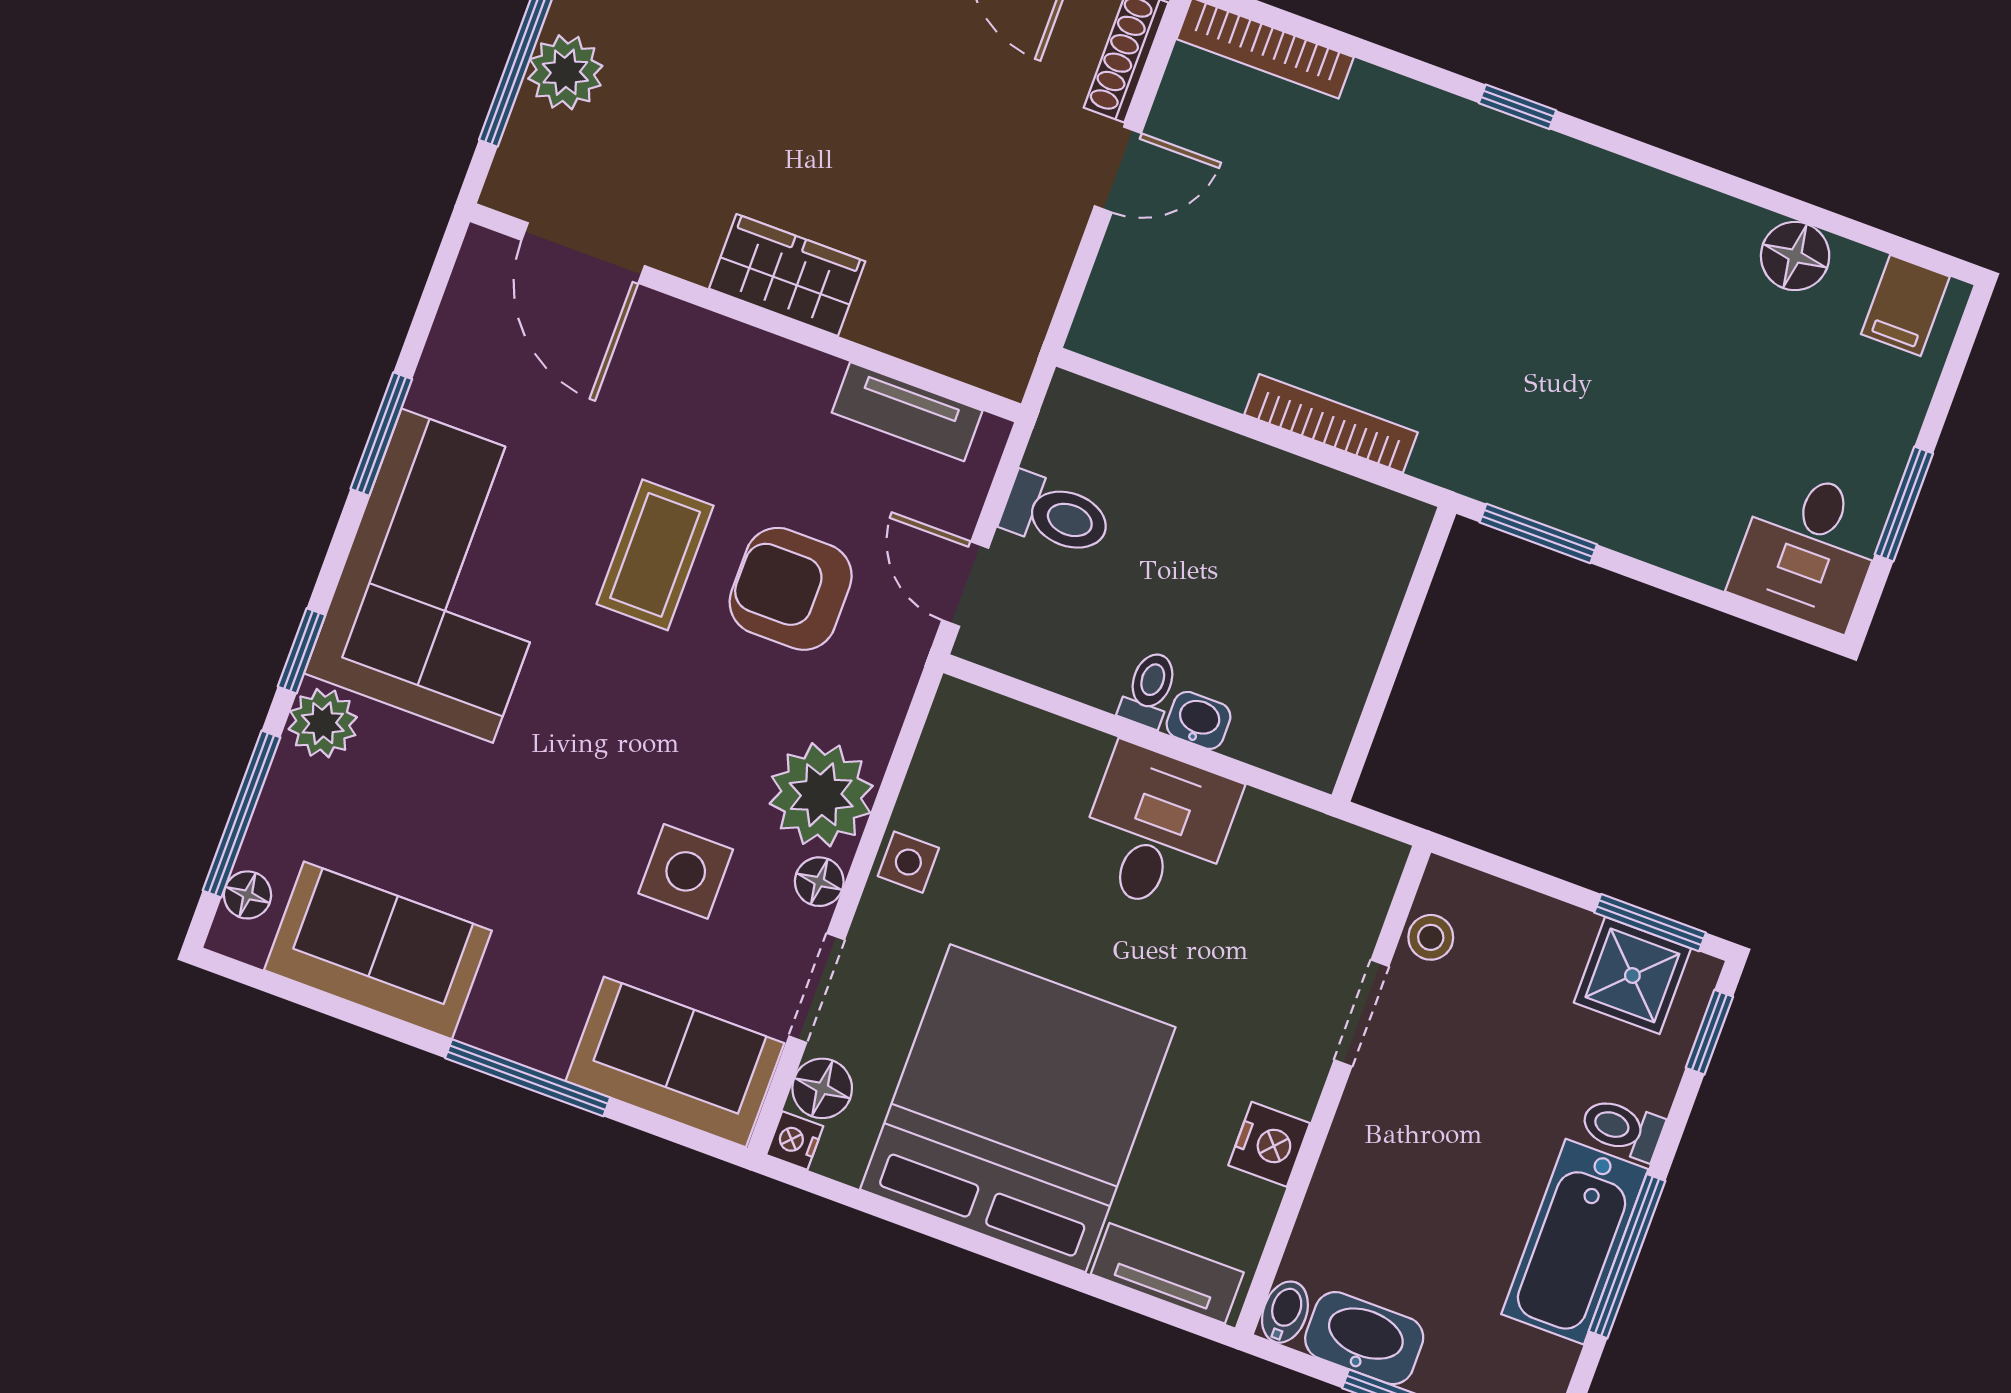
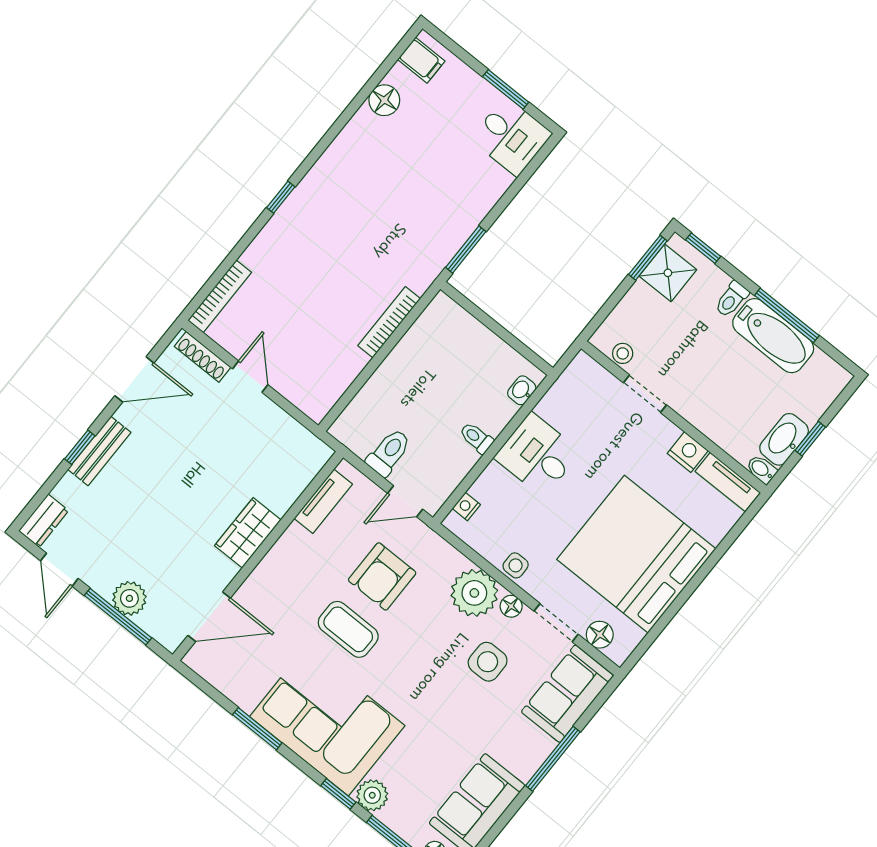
washbasin: (1198, 720) -> (522, 390), moved
nightstand: (795, 1141) -> (466, 507), moved, turned 90
tv unit: (1167, 1273) -> (728, 482), moved, turned -90

